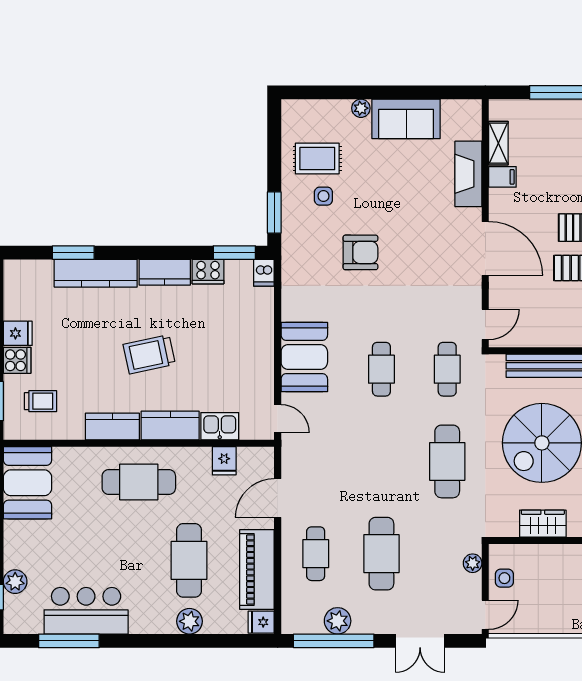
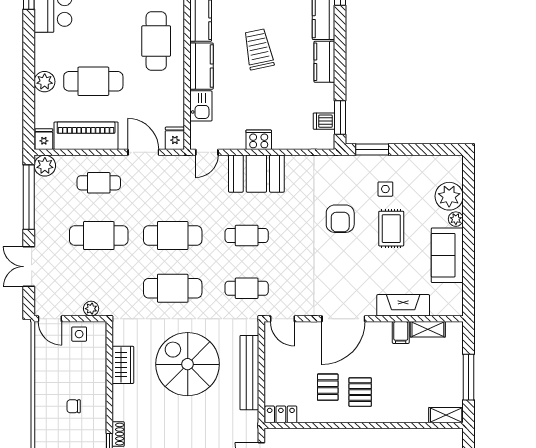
plant: (332, 117) -> (449, 196), added
rug: (317, 159) -> (391, 229), moved
cooker: (208, 272) -> (259, 140), moved, turned 90
dishwasher: (264, 273) -> (324, 121), moved
fridge: (224, 461) -> (175, 138), moved, turned 90
cafe table: (381, 461) -> (173, 236), added
plant: (338, 621) -> (45, 166), moved

